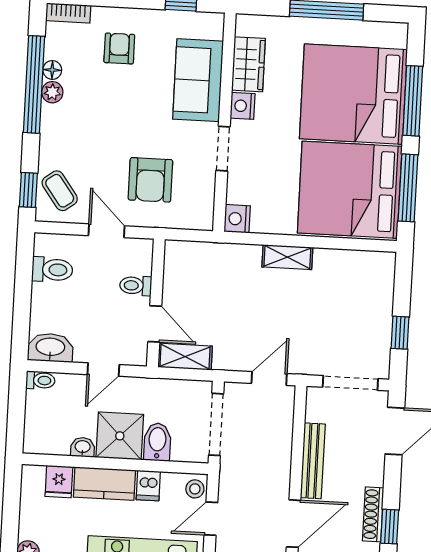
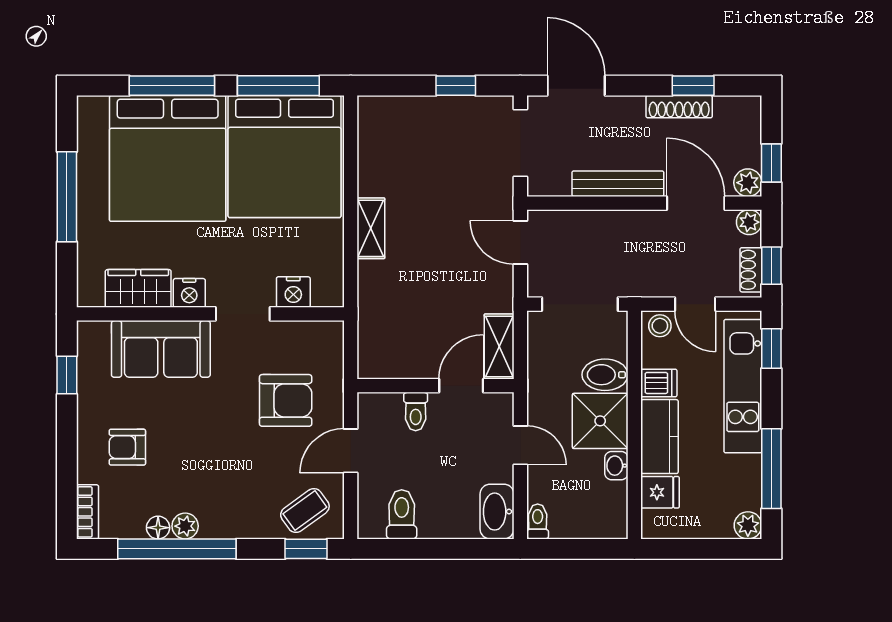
nightstand: (237, 219) -> (293, 292), moved

